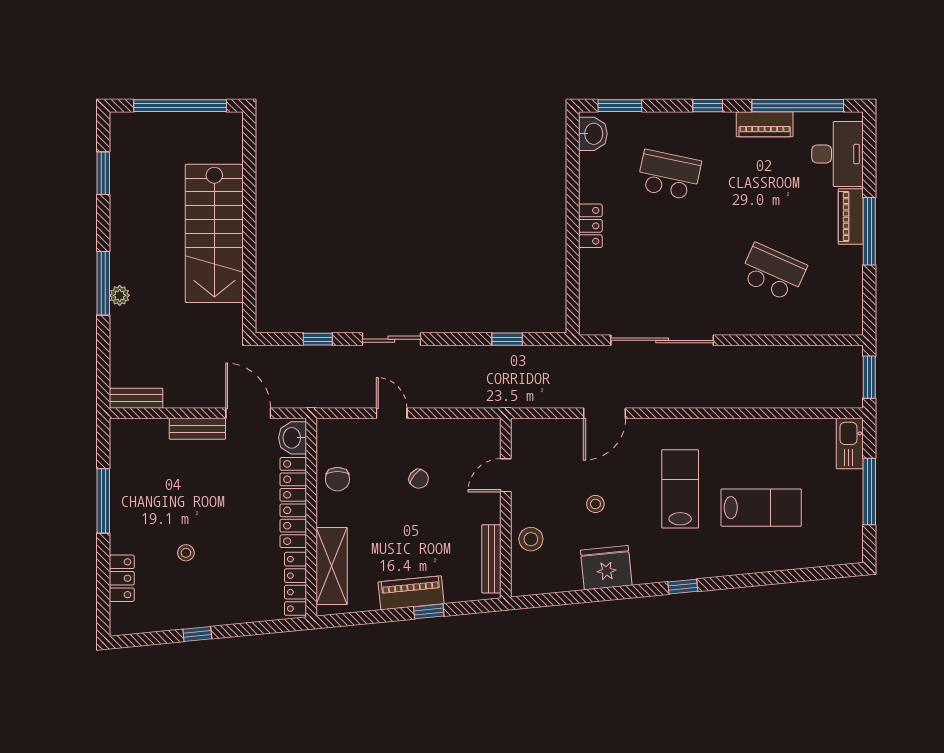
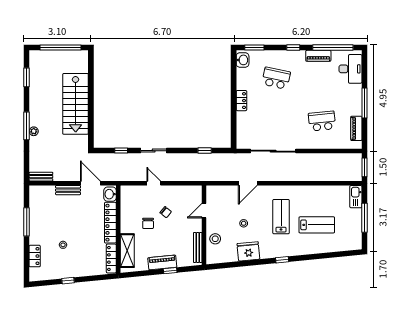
piano: (851, 217) -> (356, 128), moved
school desk: (773, 272) -> (322, 121), turned -30
chair: (337, 479) -> (148, 223), moved

